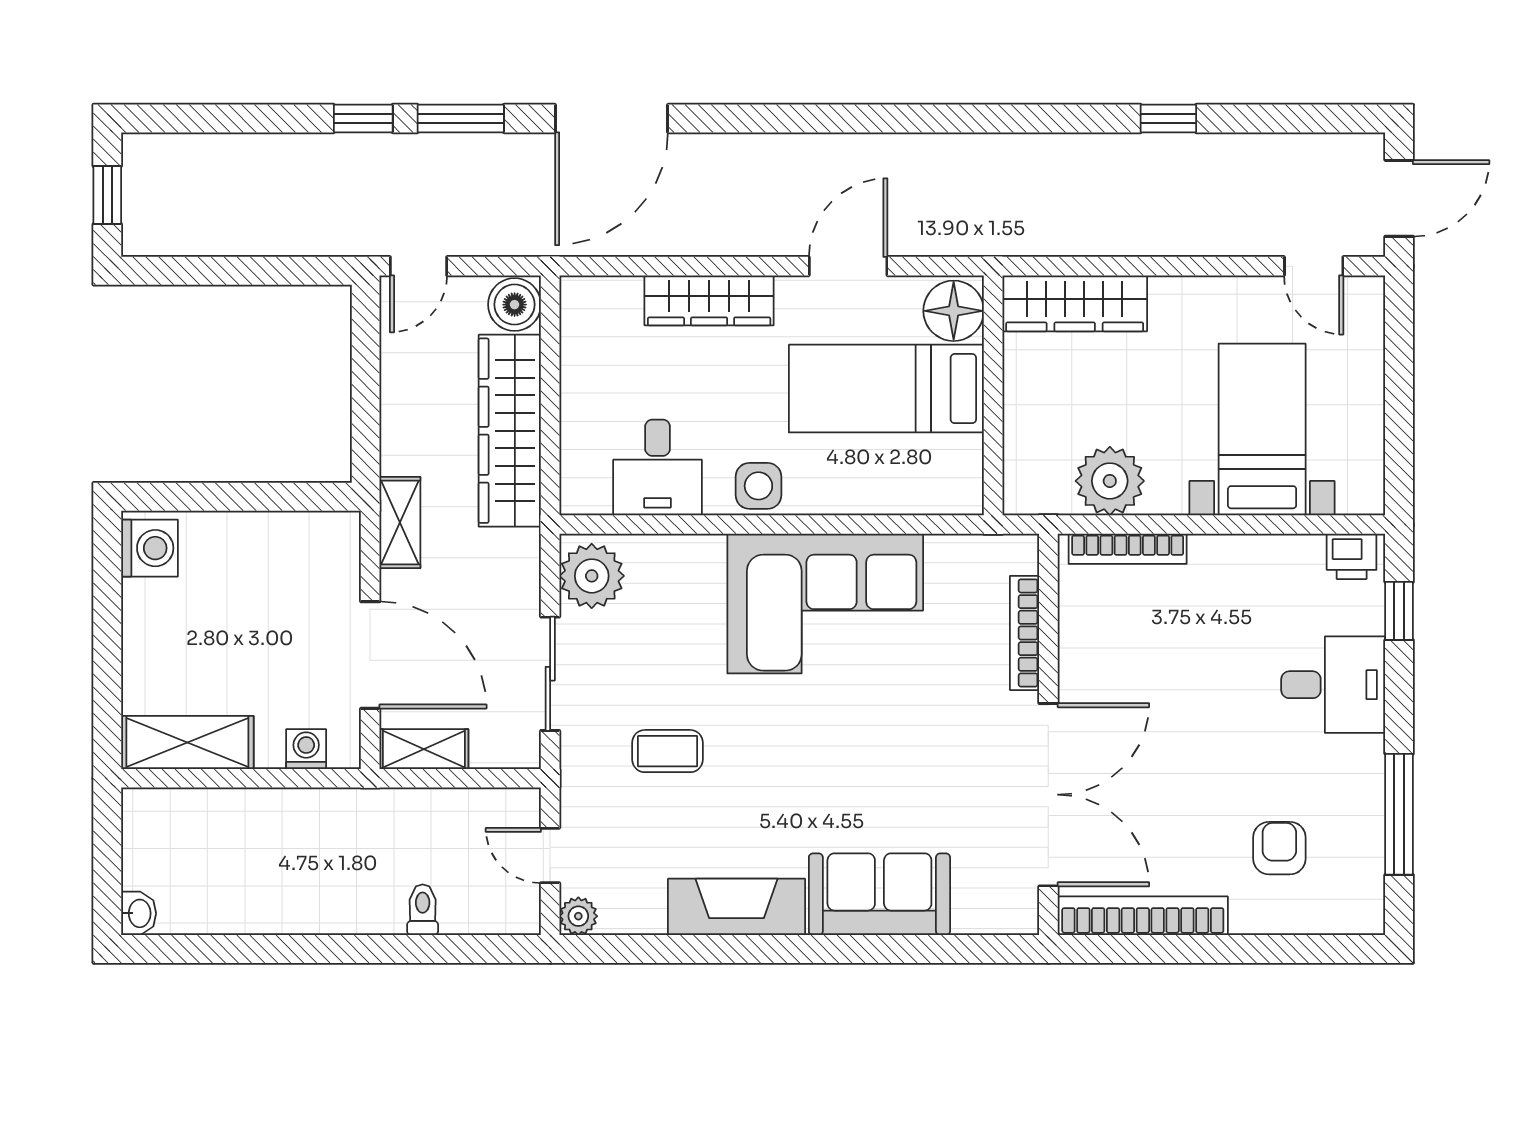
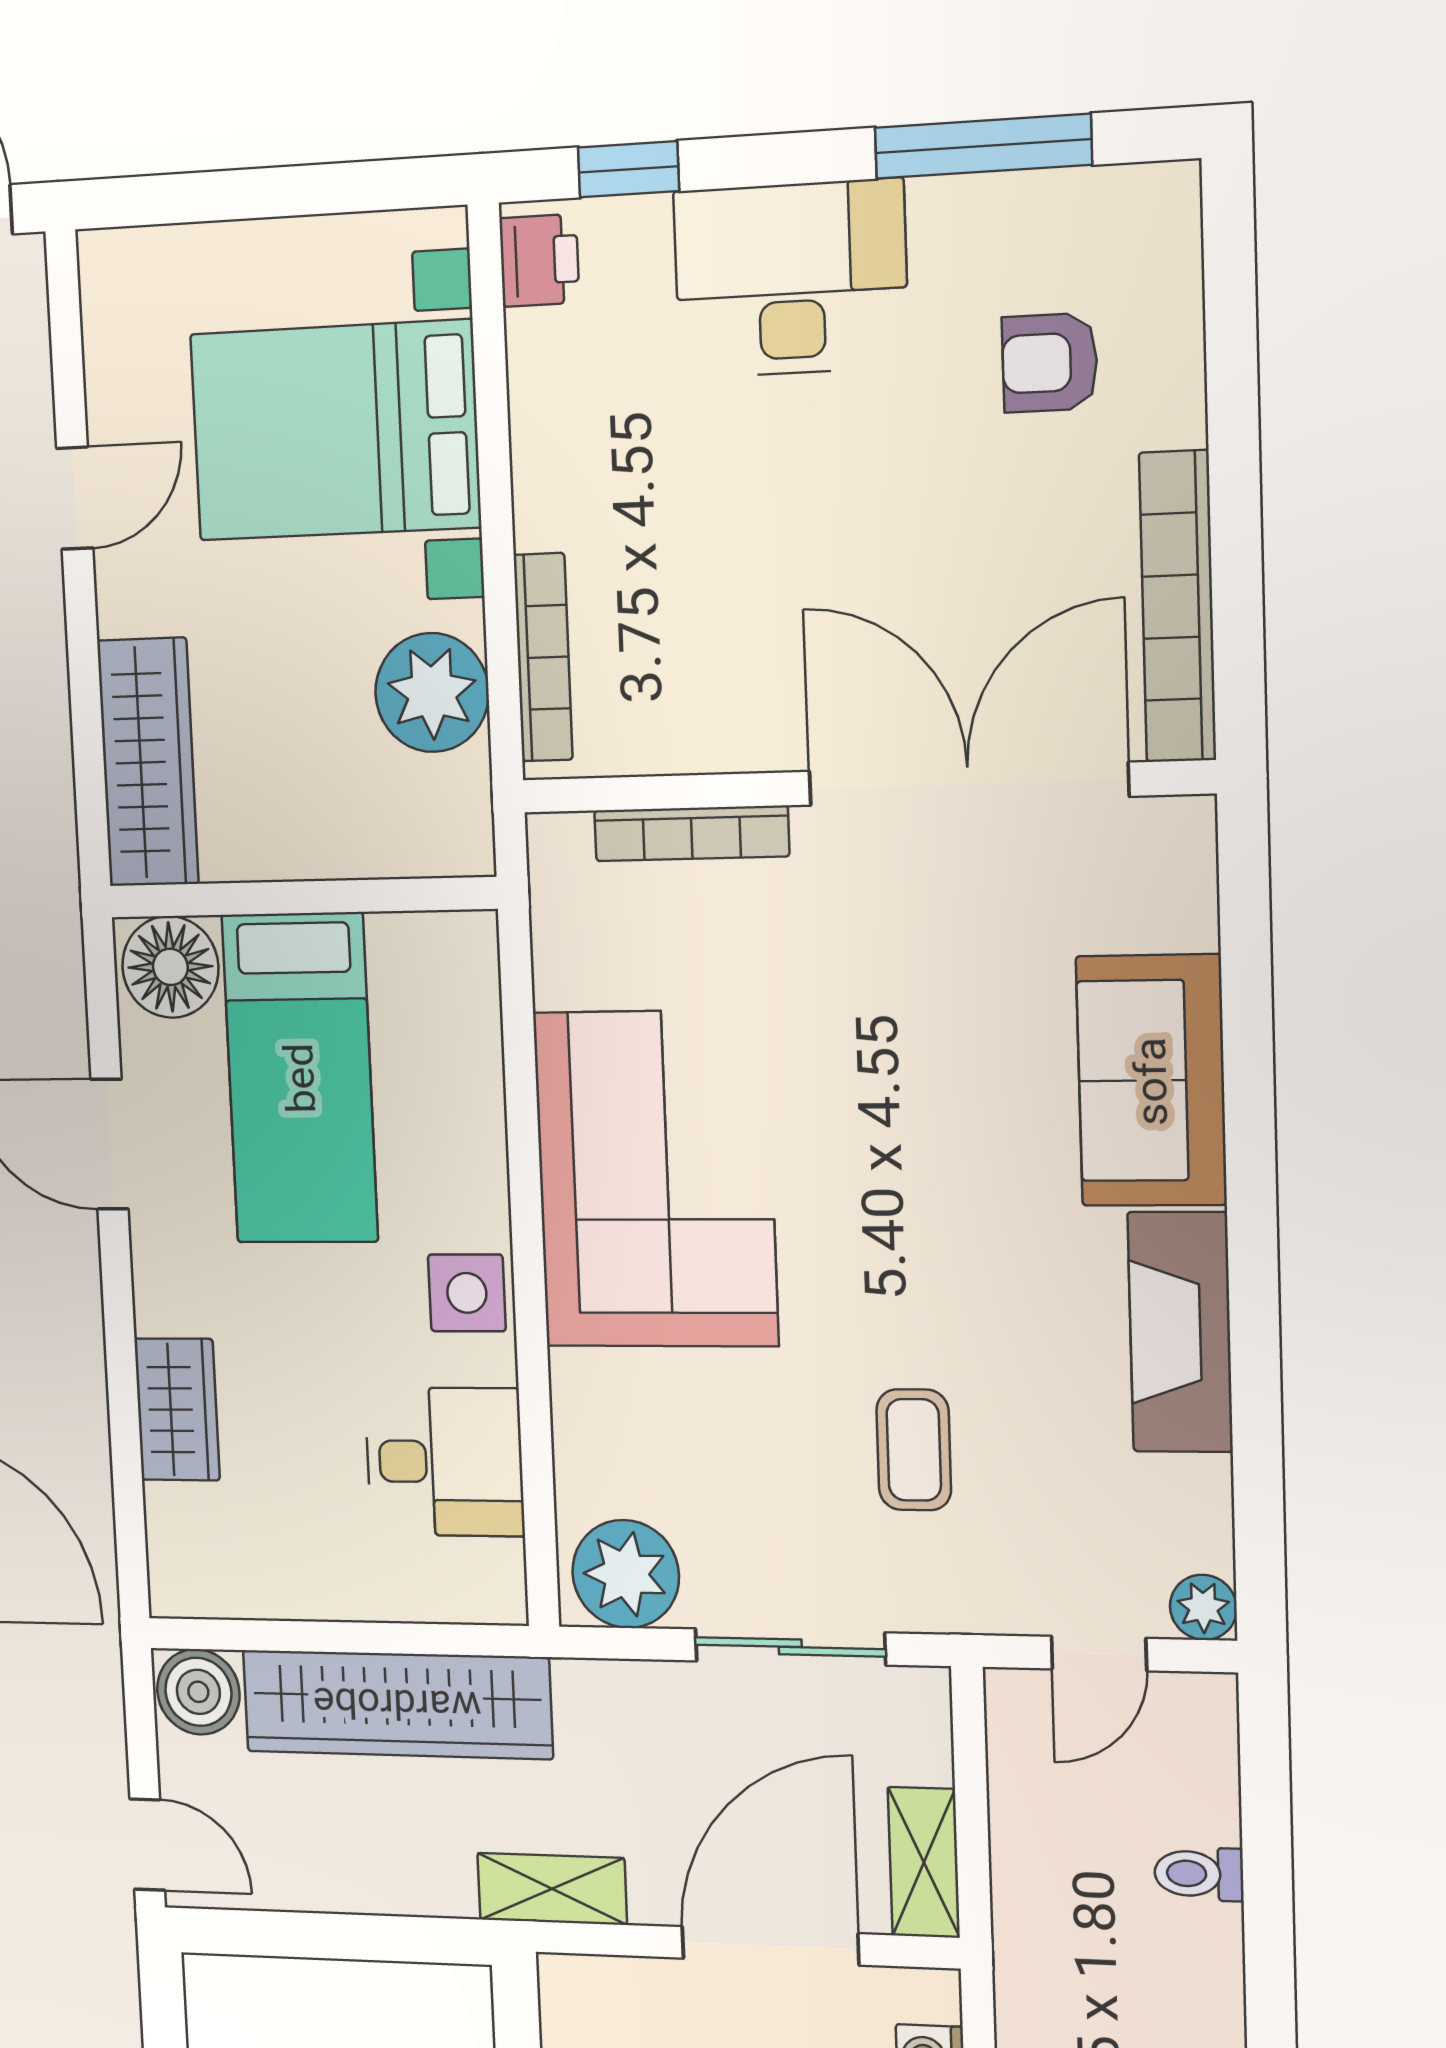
door: (1314, 266) -> (75, 498), moved
wardrobe: (709, 300) -> (177, 1410), width x0.67
bed with nightstands: (1262, 429) -> (335, 431), width x1.36
desk: (1333, 685) -> (791, 279), width x1.37

